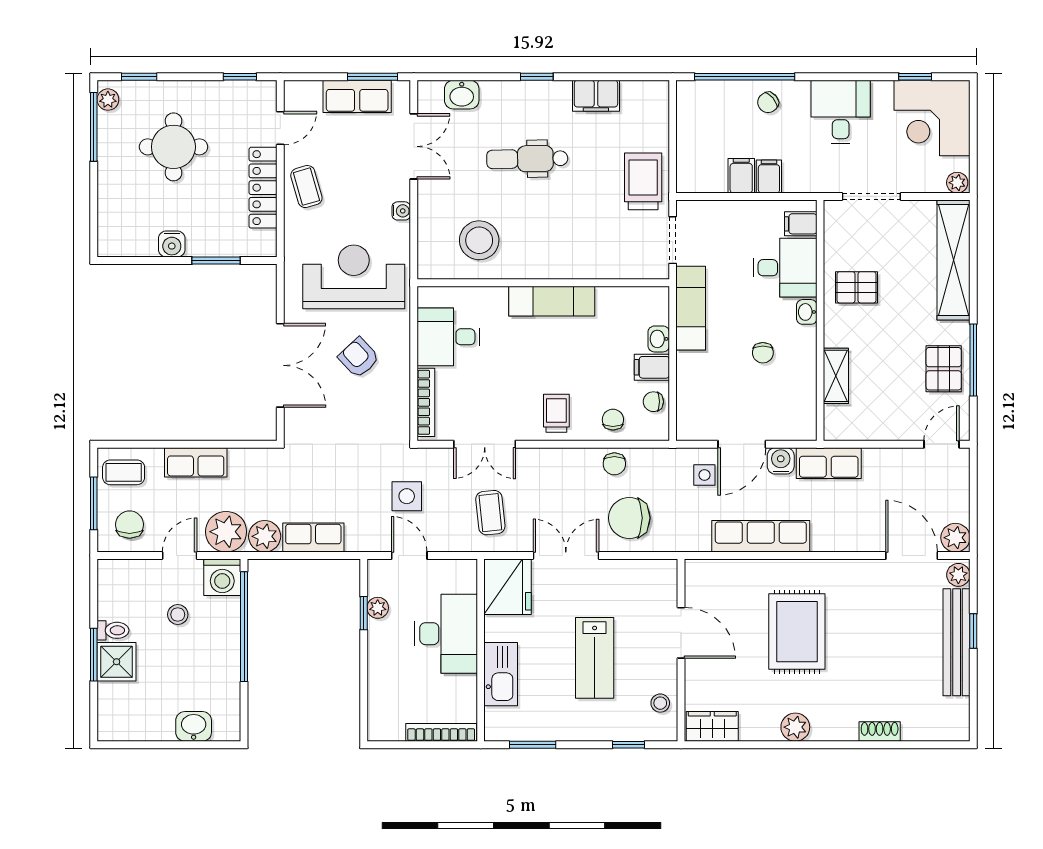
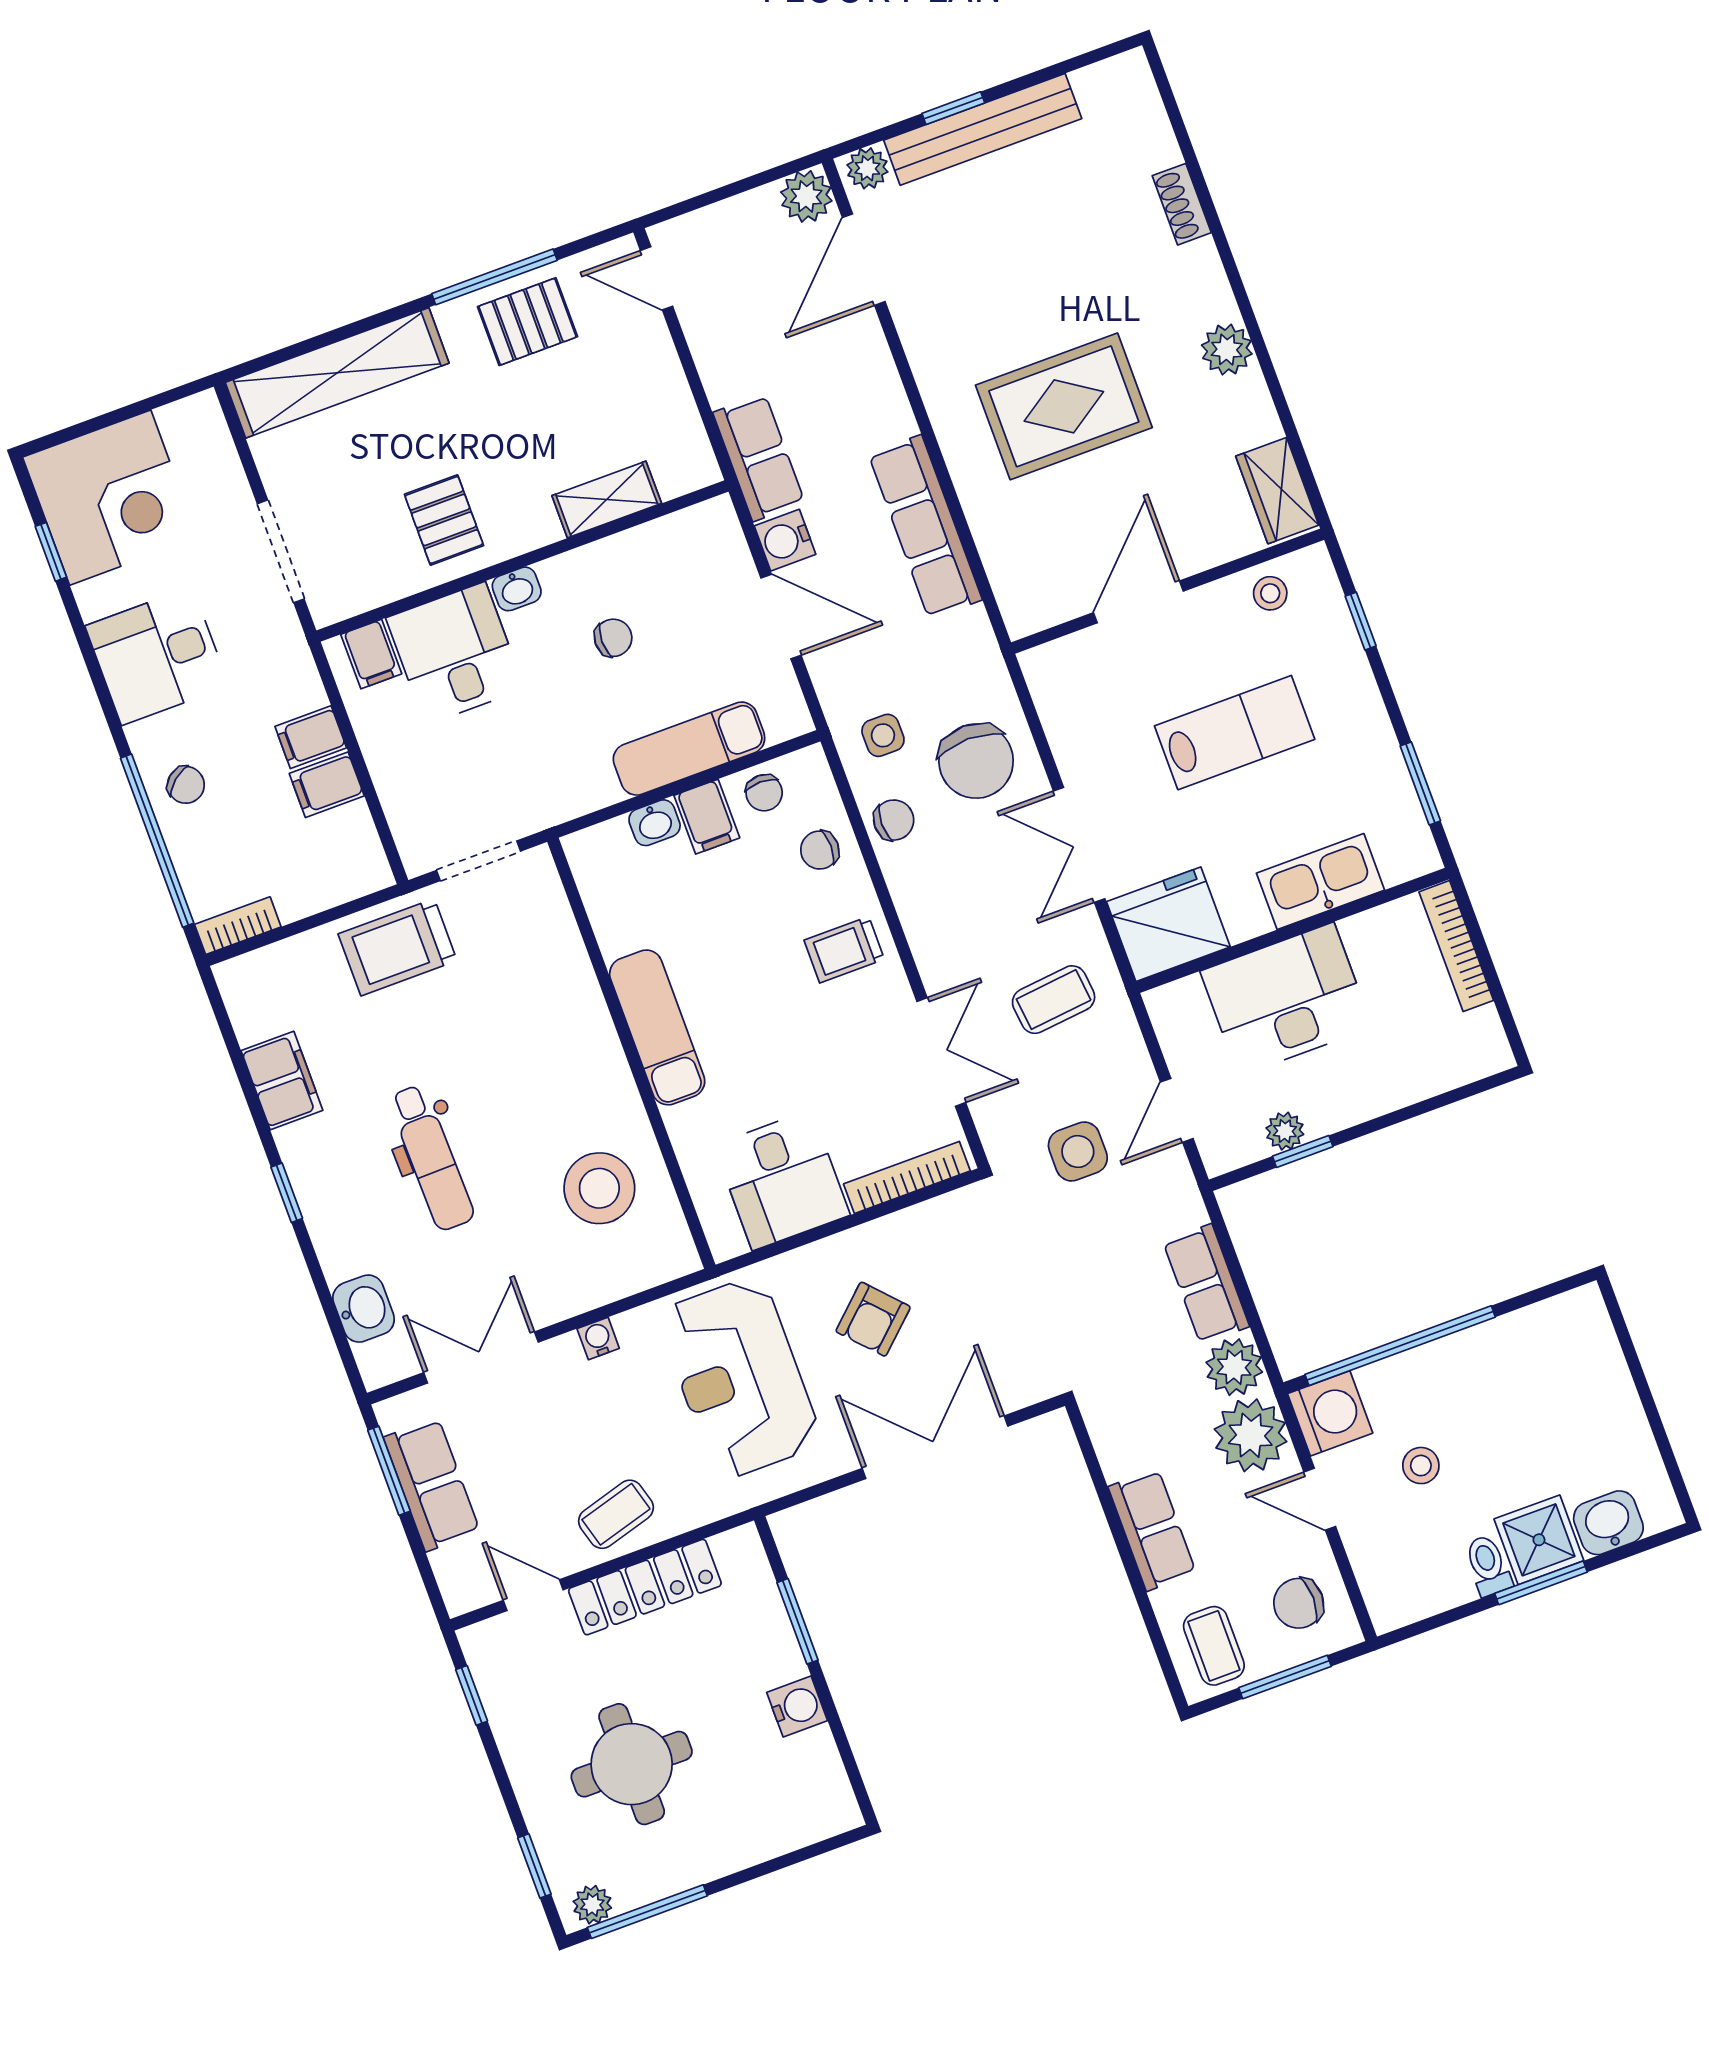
bookcase: (685, 102) -> (238, 926), added
plant: (957, 183) -> (204, 415), removed
exam couch: (691, 308) -> (689, 749), moved
side table: (704, 475) -> (883, 735), moved
washbasin: (194, 726) -> (1608, 1523), moved, turned 90

